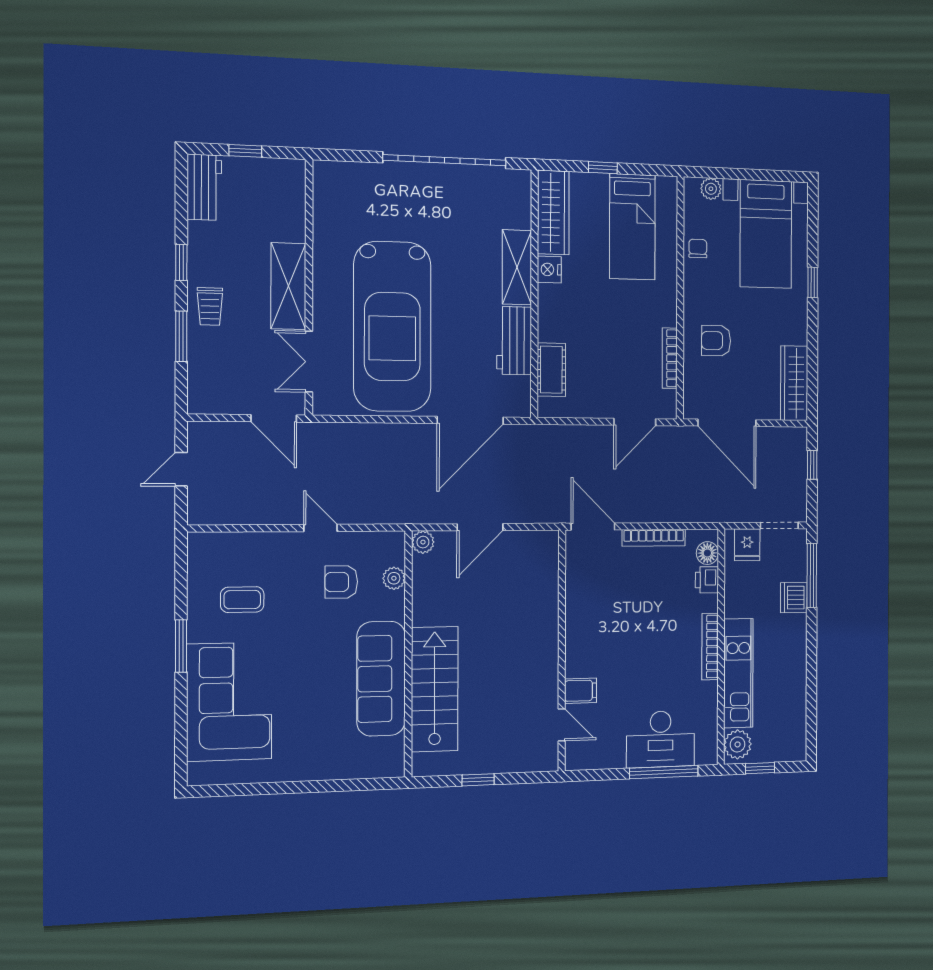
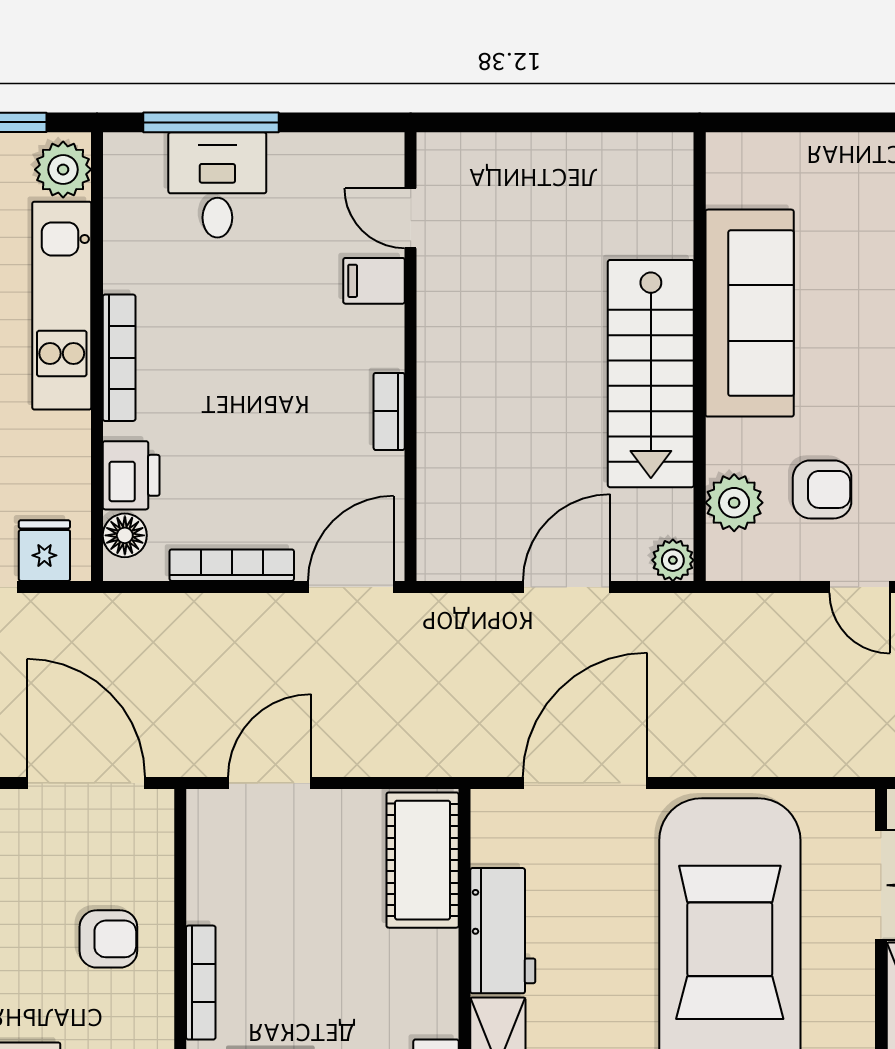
bookcase: (670, 358) -> (201, 983), moved
cot: (551, 370) -> (423, 860), width x1.37, depth x1.34
door: (593, 527) -> (351, 587), swing flipped
plant: (394, 578) -> (734, 503), width x1.38, depth x1.38
printer: (707, 580) -> (131, 475), width x1.36, depth x1.24
bookcase: (573, 621) -> (389, 411), added
stairs: (435, 689) -> (651, 374), moved
desk: (661, 739) -> (217, 185), width x0.73
window: (478, 780) -> (569, 122), removed

